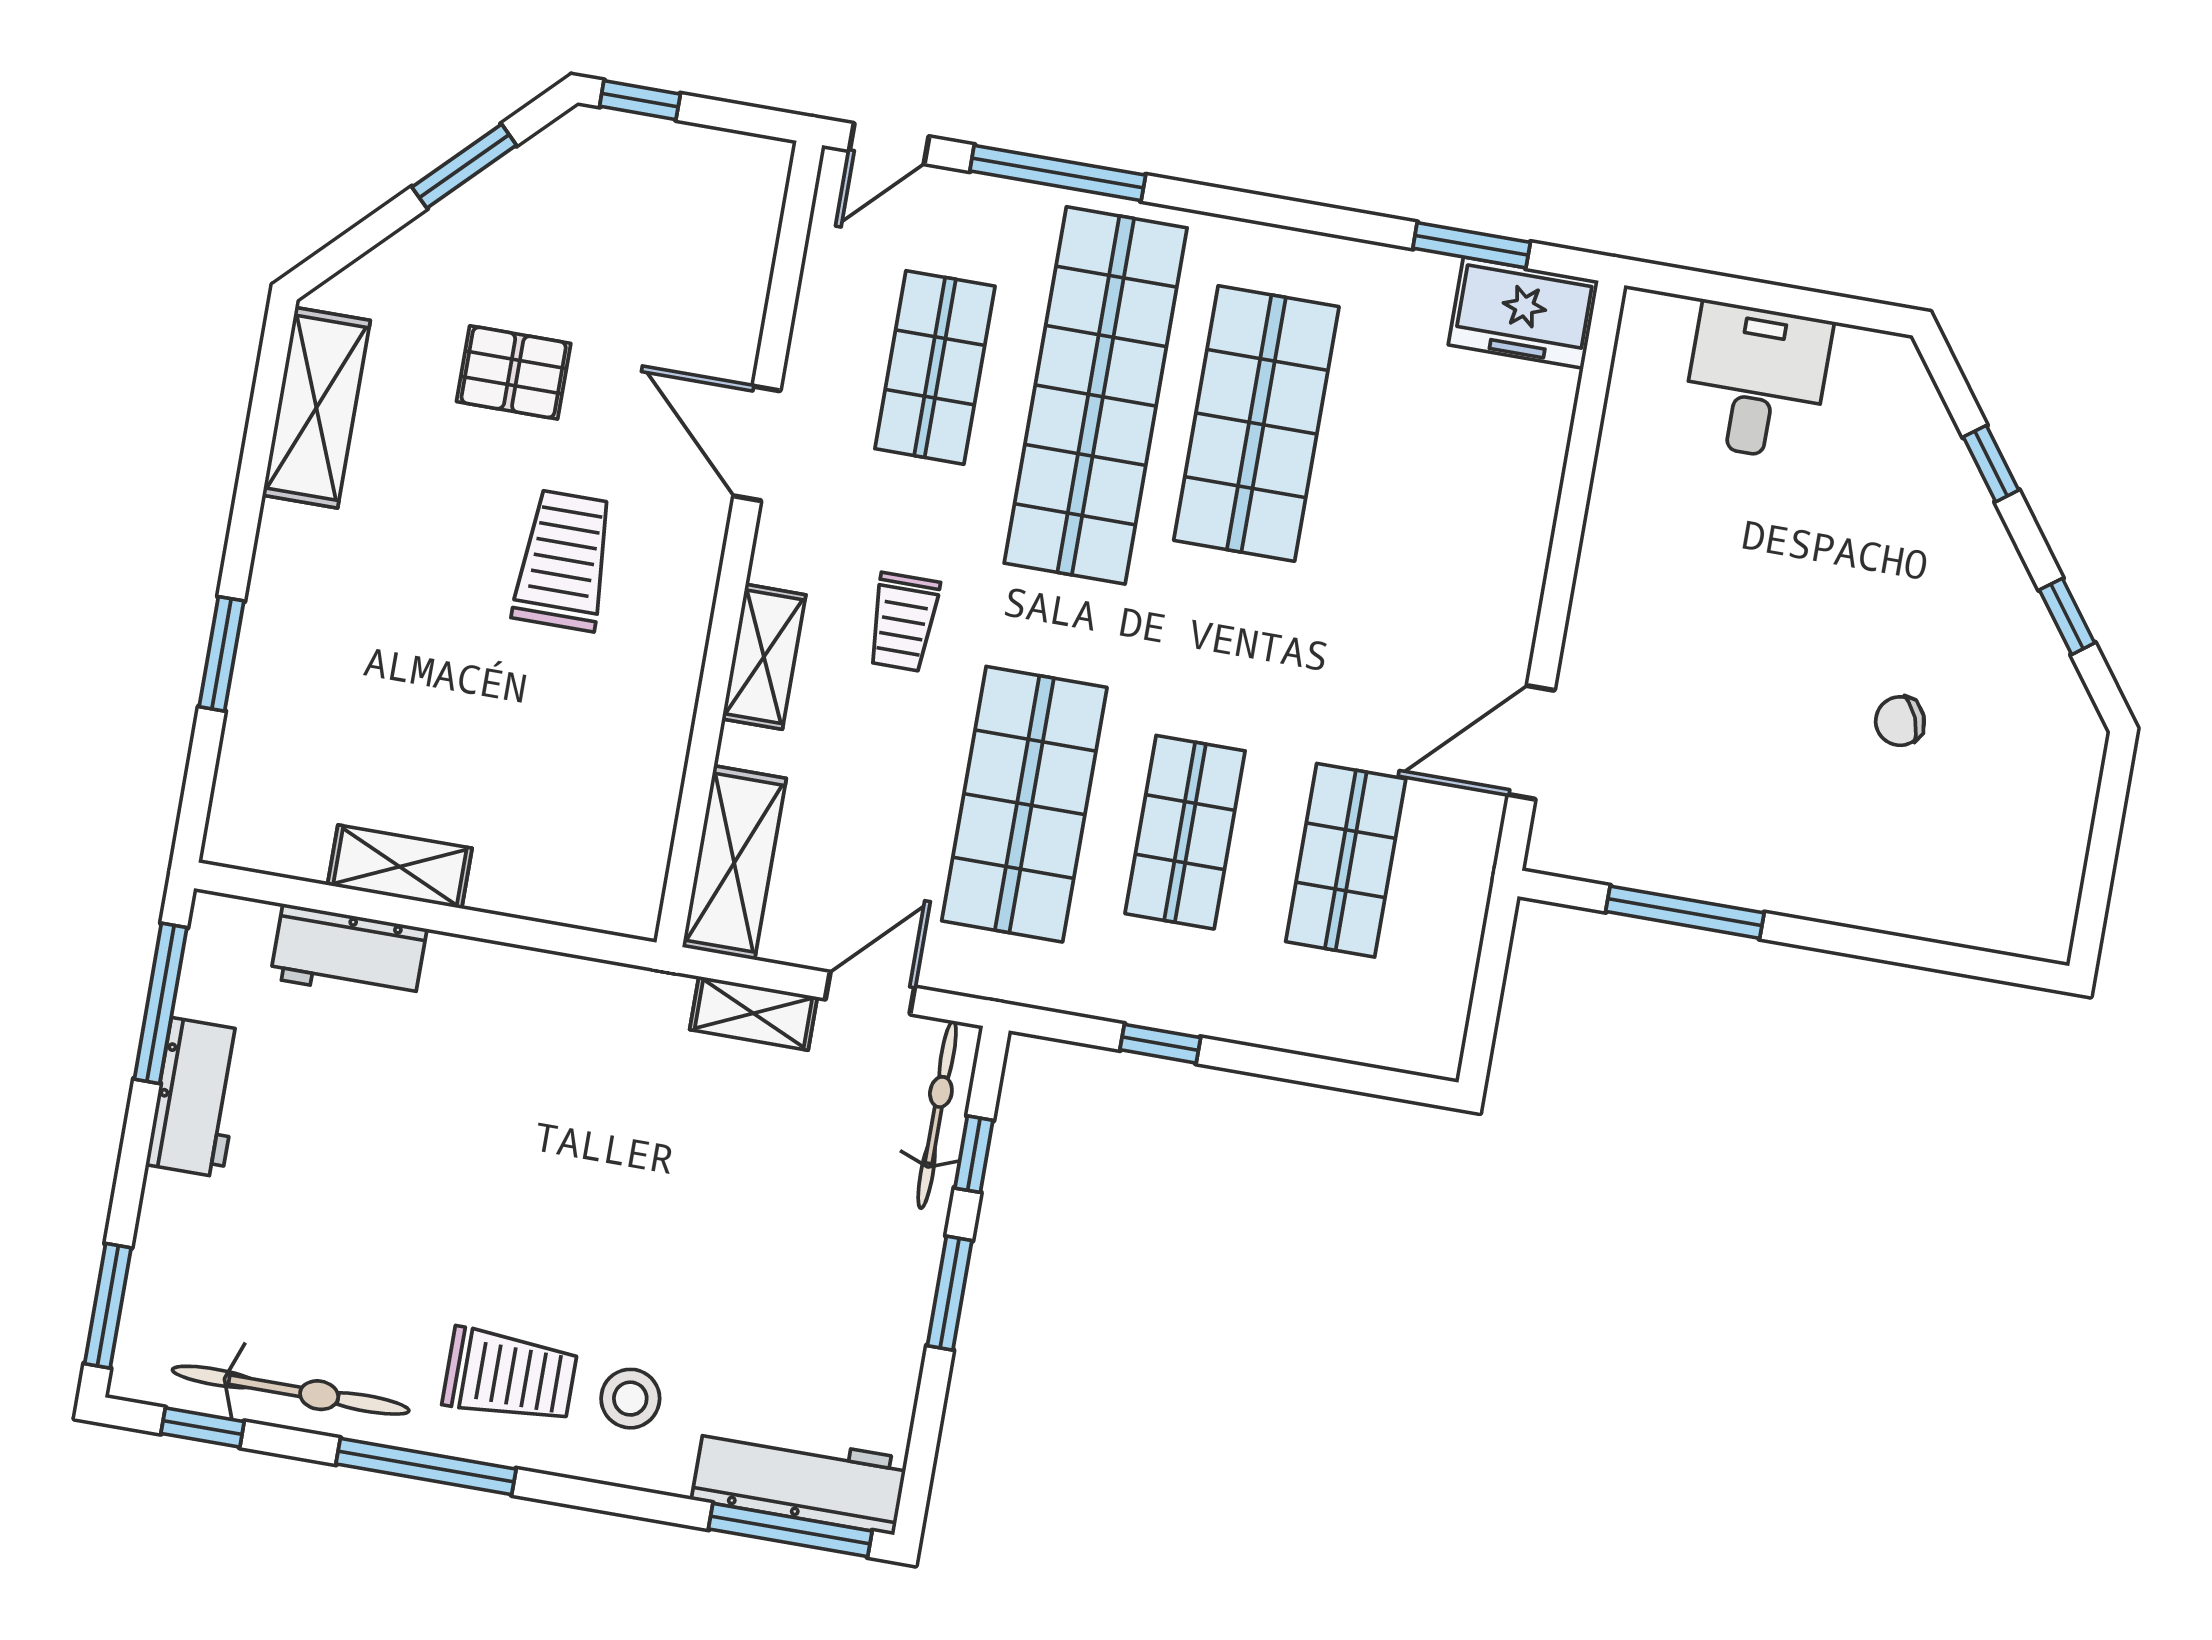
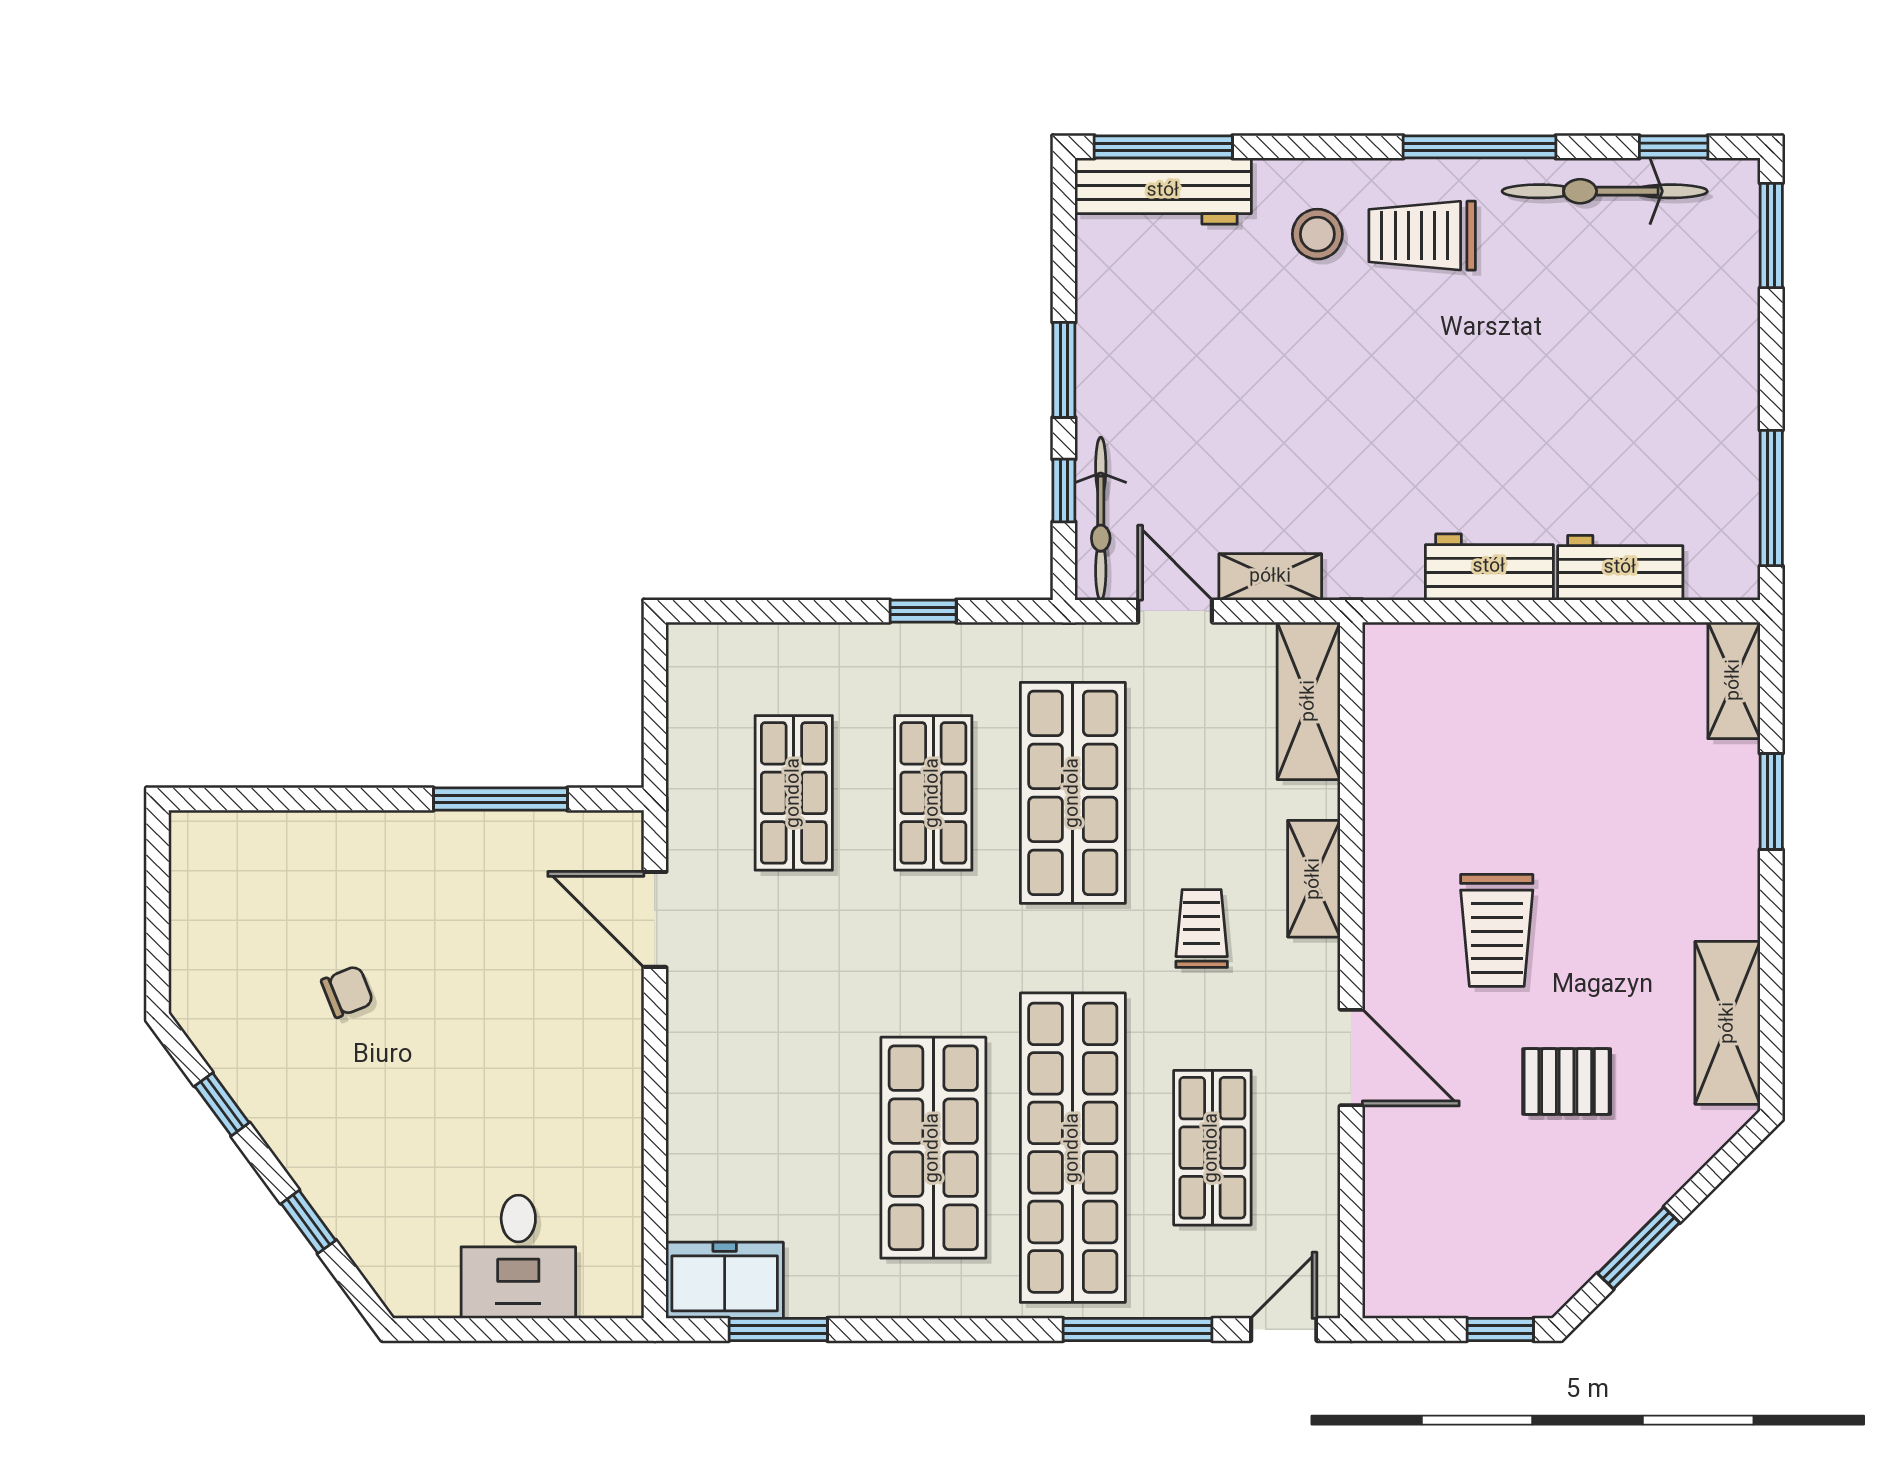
door: (1531, 742) -> (655, 919), swing flipped
shelving: (400, 867) -> (1734, 680), moved, turned 90
door: (870, 993) -> (1175, 611), swing flipped
workbench: (196, 1098) -> (1489, 567), moved, turned 90

